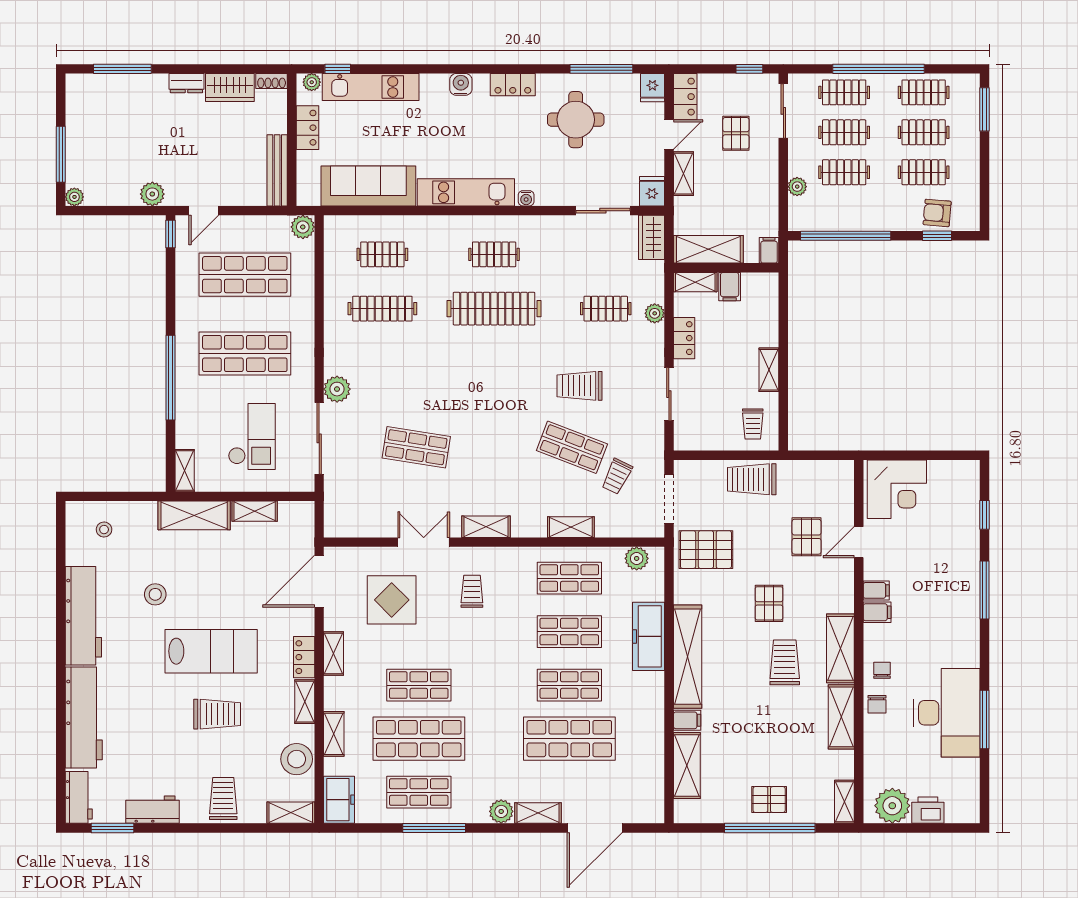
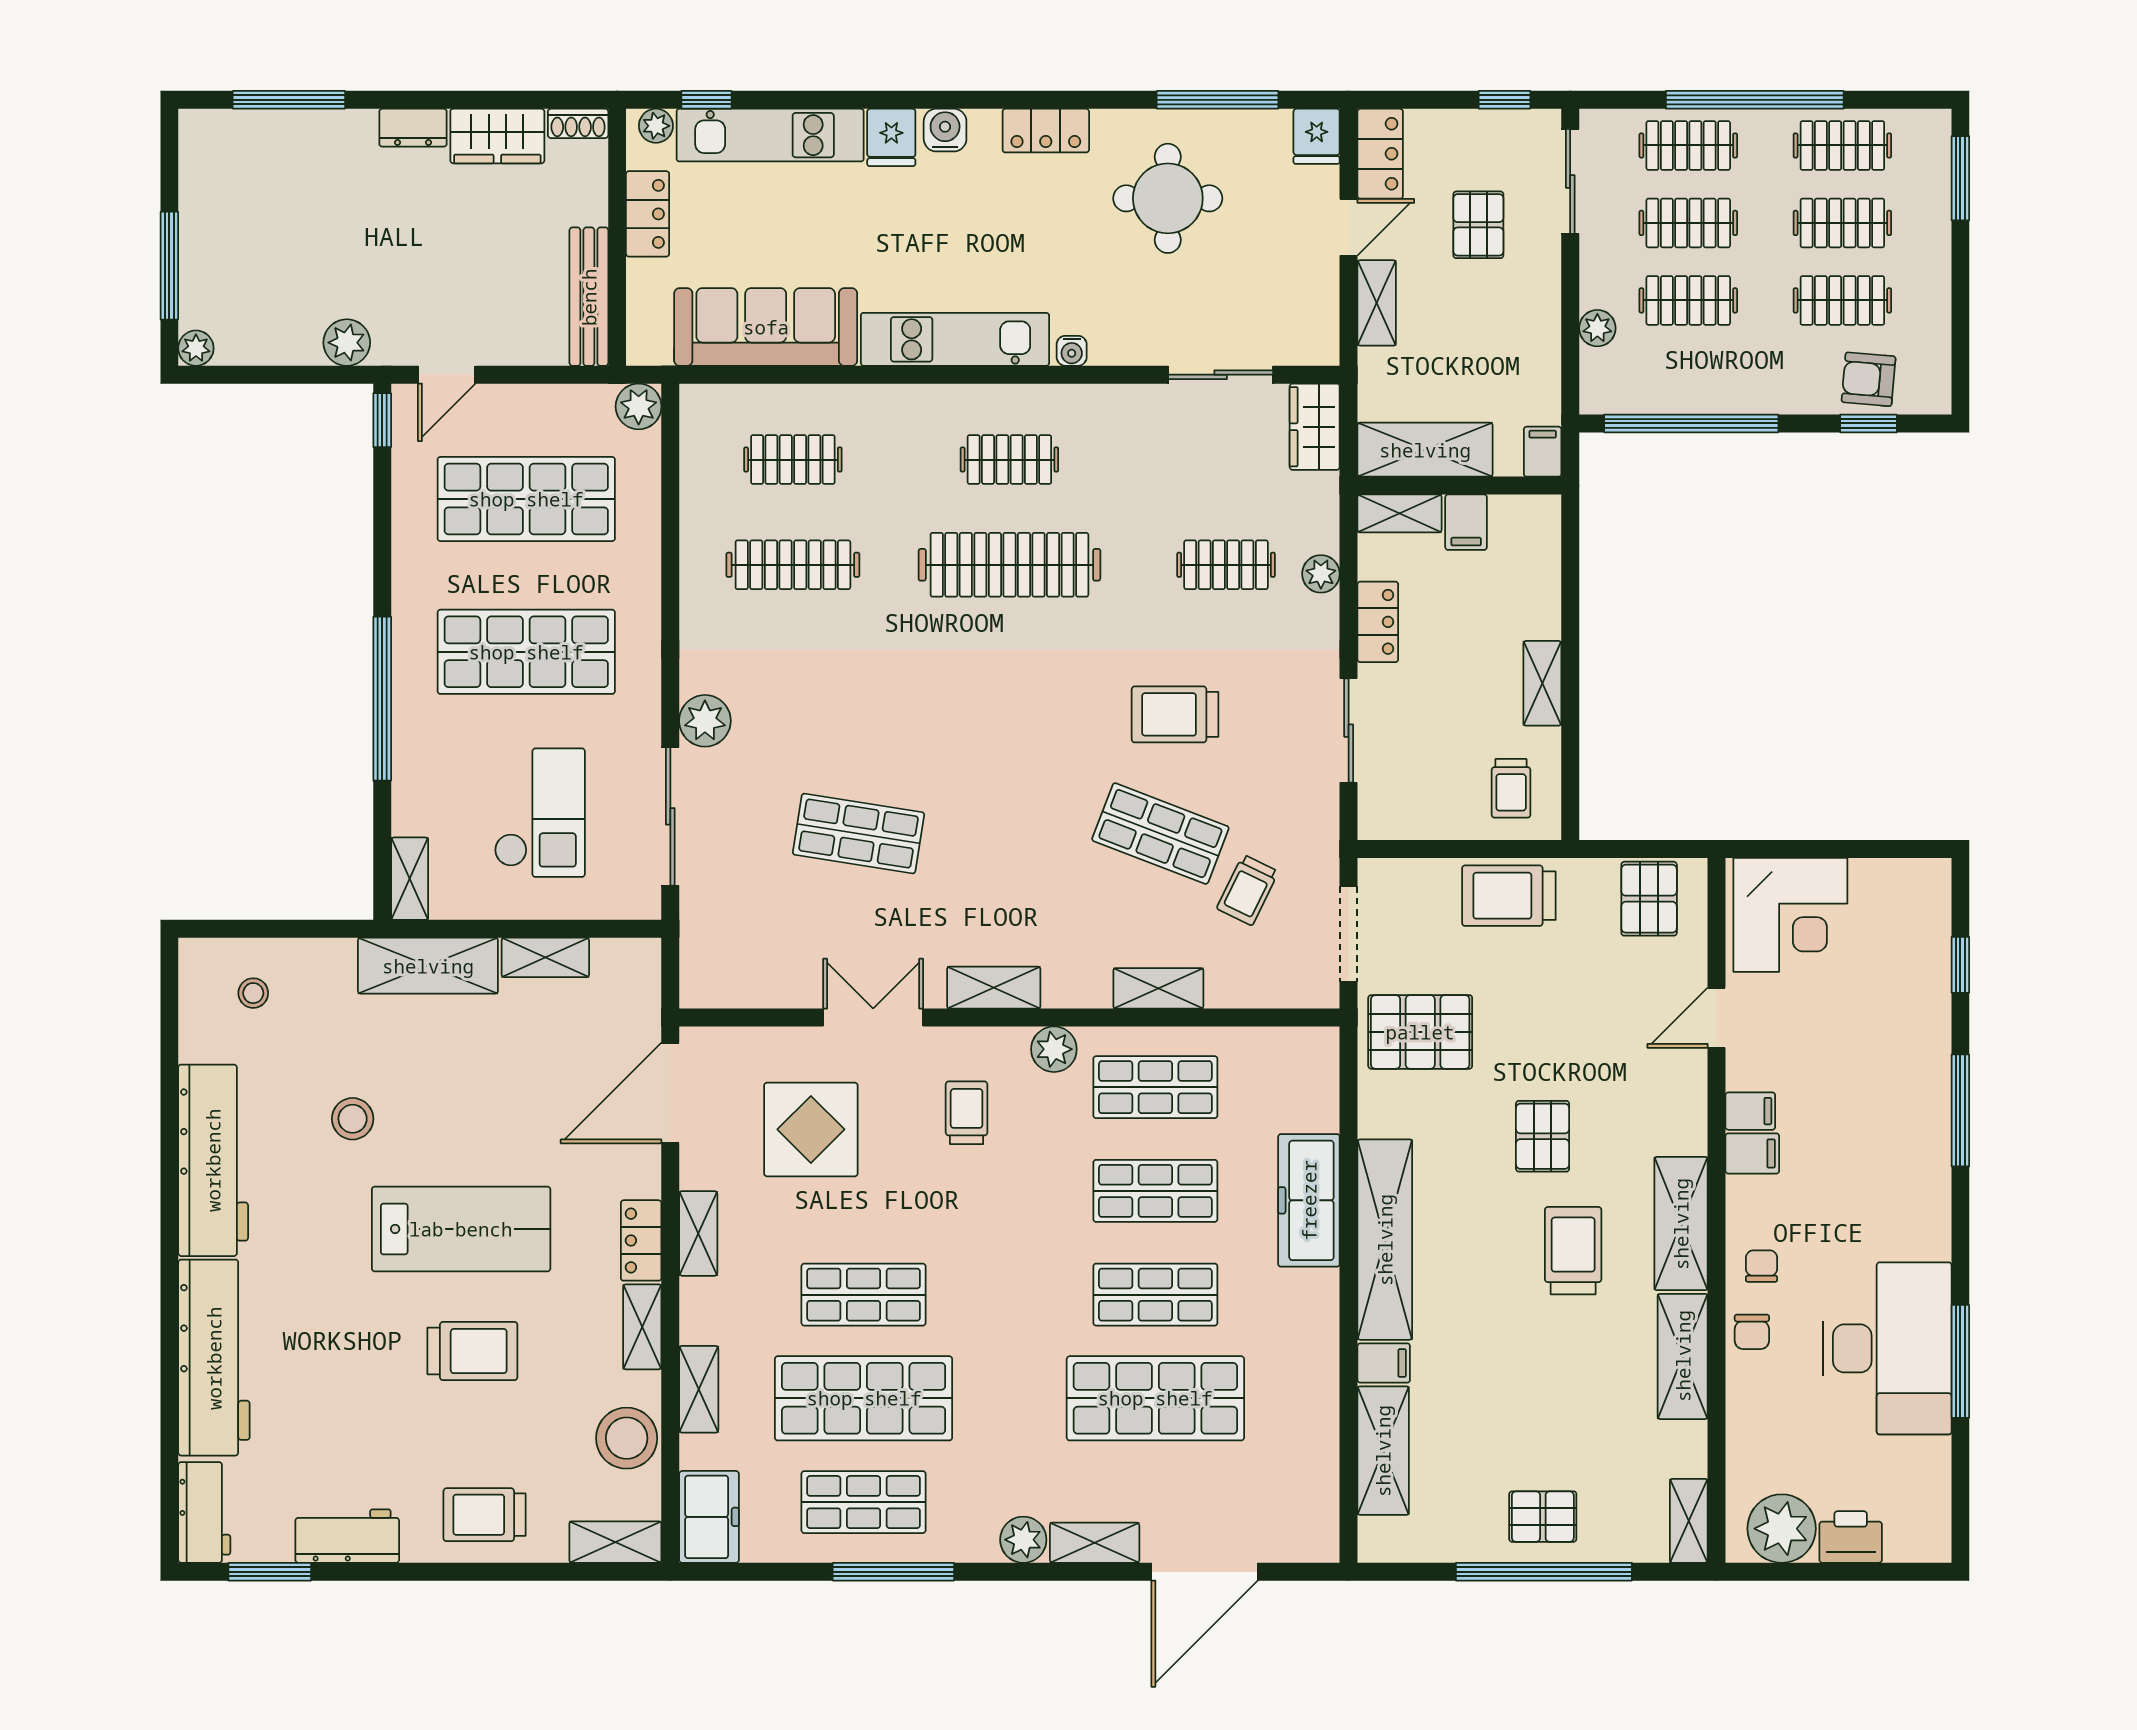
fridge: (652, 191) -> (891, 137), moved, turned 180
pallet: (807, 537) -> (1649, 899), moved
plant: (637, 558) -> (1054, 1049), moved
trolley: (223, 799) -> (484, 1515), turned -90

